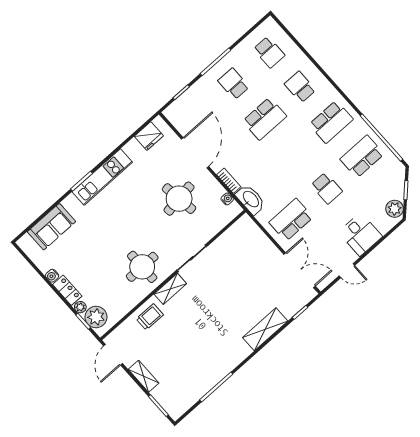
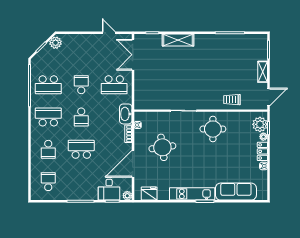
school desk: (234, 84) -> (81, 117), moved
plant: (170, 113) -> (127, 196), added
sofa: (52, 227) -> (236, 192), width x1.36
desk: (360, 234) -> (109, 189), moved, turned 180
shelving: (170, 289) -> (209, 105), removed

